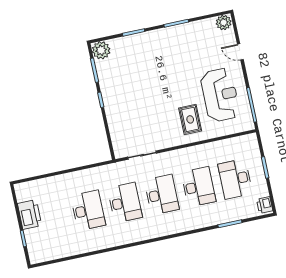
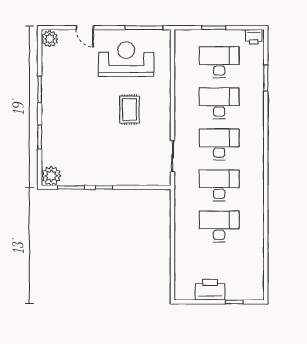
door: (240, 52) -> (85, 28), hinge flipped
rug: (190, 119) -> (129, 110), moved, turned 90
desk: (235, 179) -> (219, 62), turned 180

